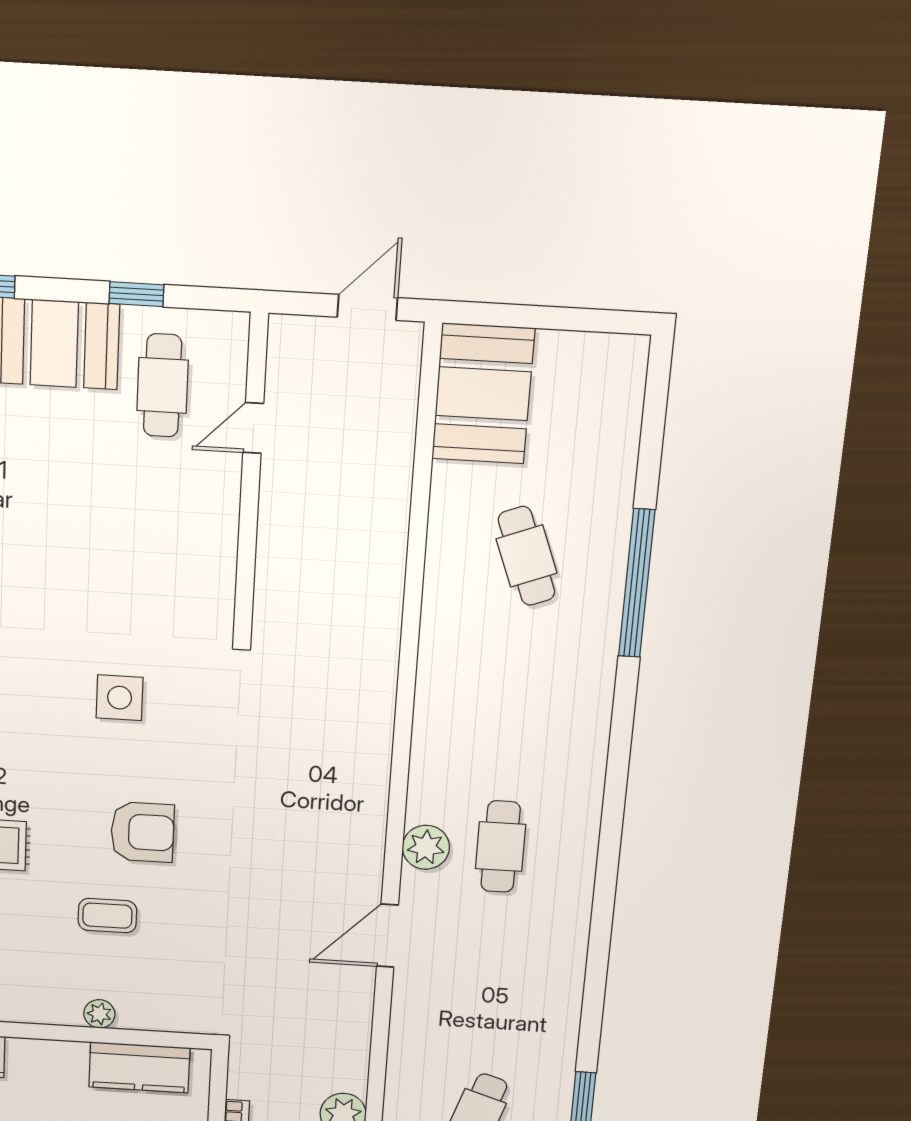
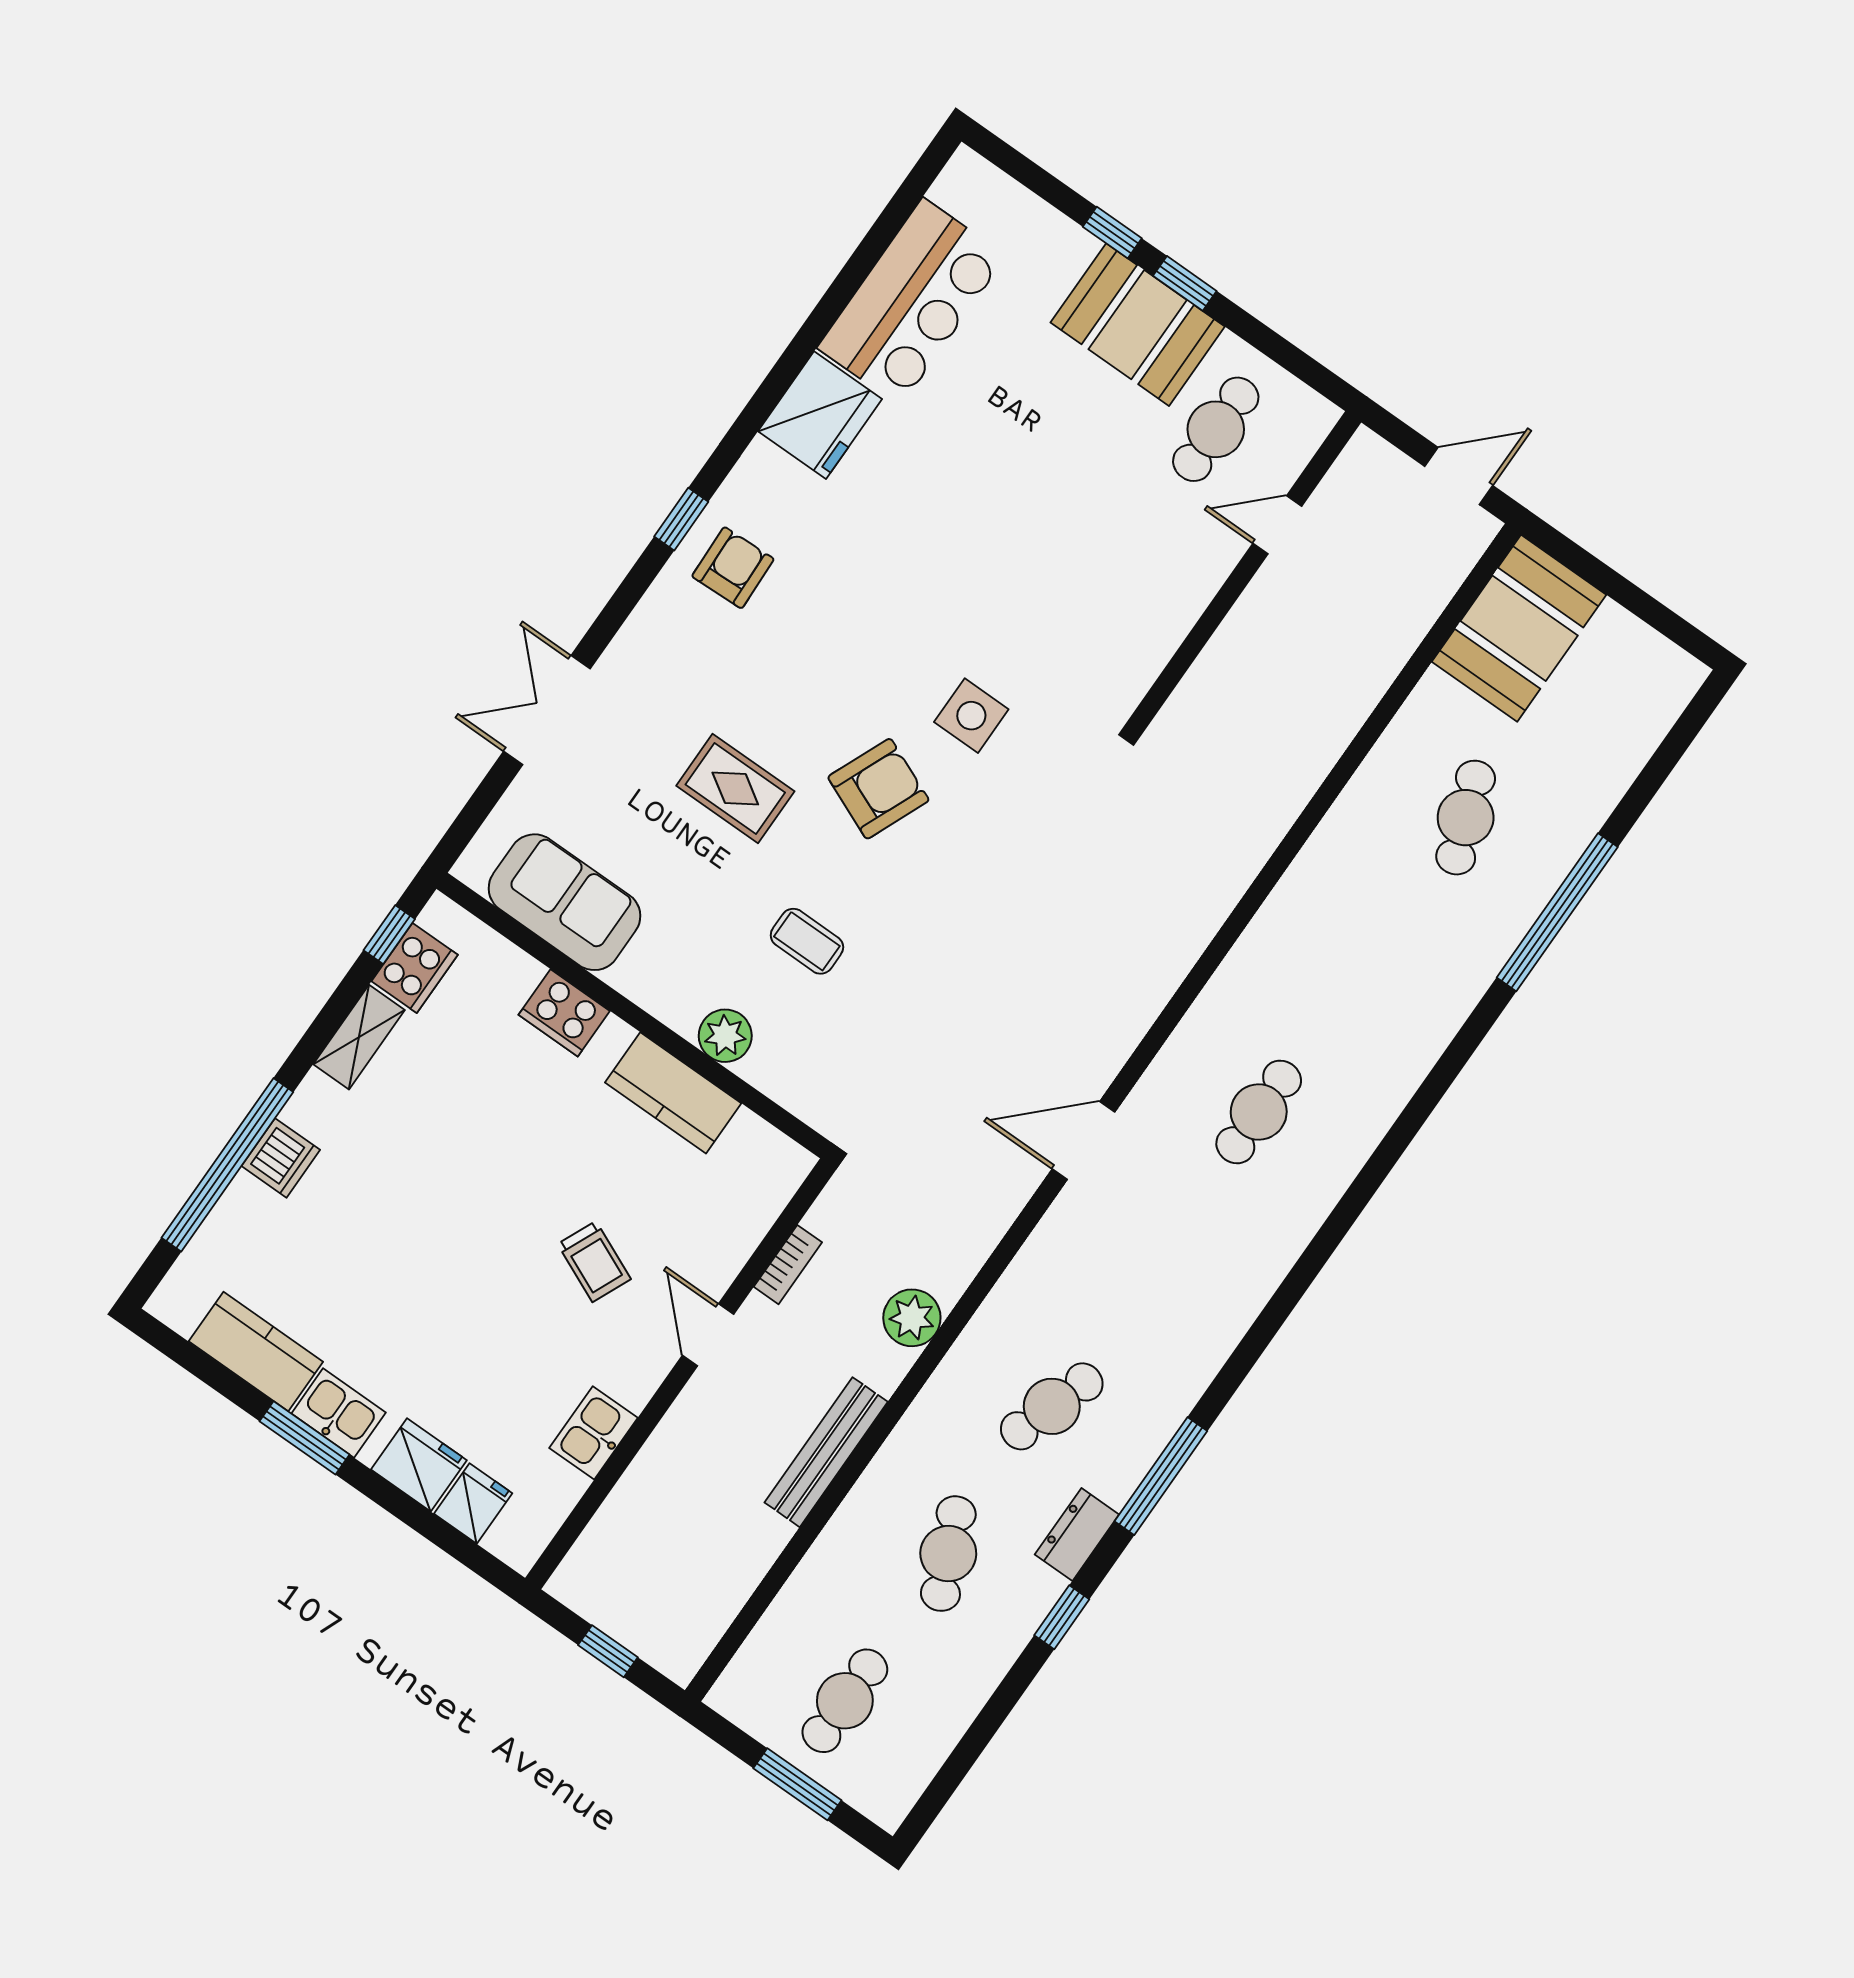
window: (136, 294) -> (1185, 283), moved
armchair: (142, 832) -> (878, 789), moved, turned -67
plant: (426, 847) -> (1182, 1066), removed
plant: (99, 1014) -> (725, 1036), width x1.38, depth x1.38
kitchen counter: (139, 1067) -> (673, 1093), moved

